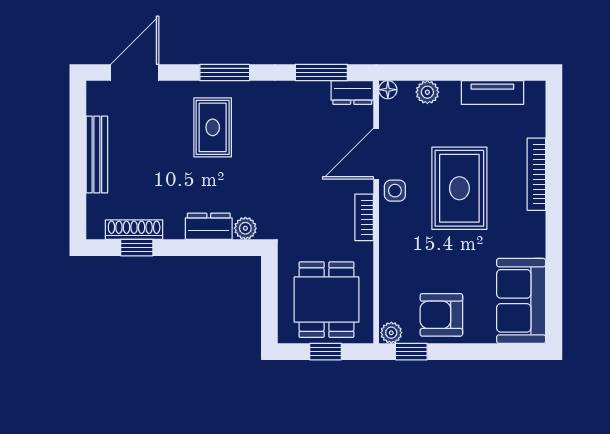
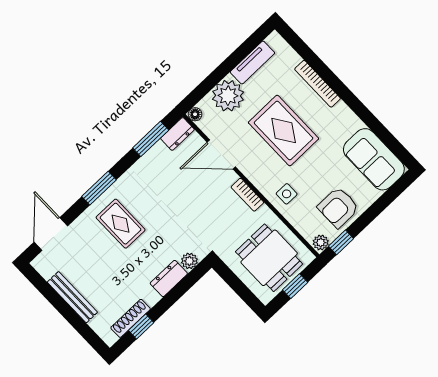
plant: (427, 92) -> (228, 96), width x1.87, depth x1.87
door: (376, 154) -> (221, 154), hinge flipped
side table: (395, 191) -> (287, 194), moved

